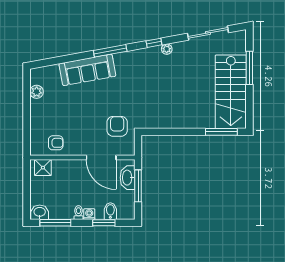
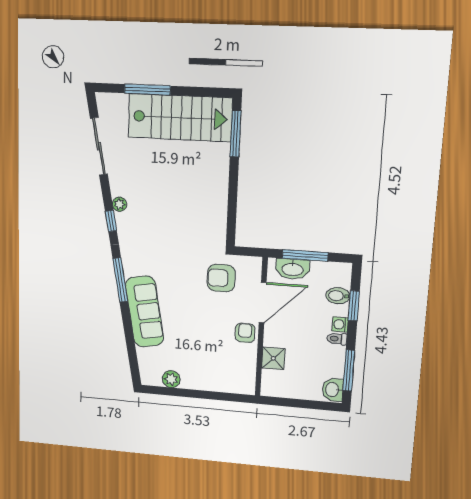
armchair: (56, 143) -> (245, 333), moved
shower: (43, 168) -> (273, 358), moved

